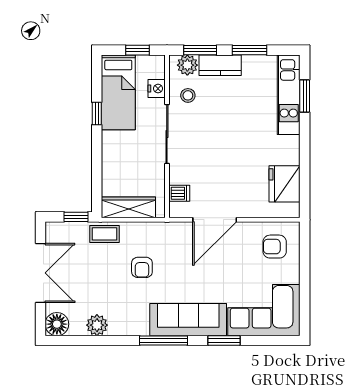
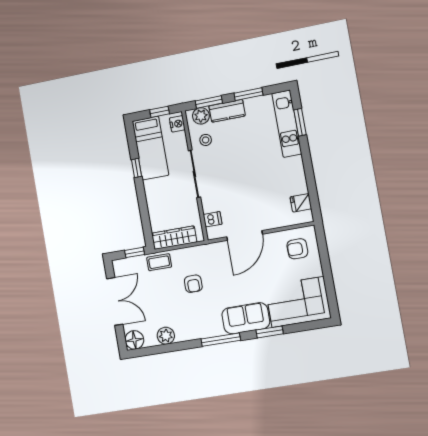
nightstand: (157, 89) -> (177, 124), moved
fridge: (285, 184) -> (301, 203), width x0.53, depth x0.75
sofa: (188, 320) -> (246, 318), width x0.73

